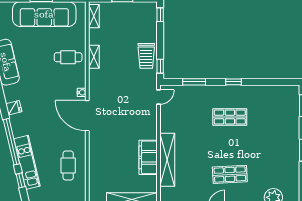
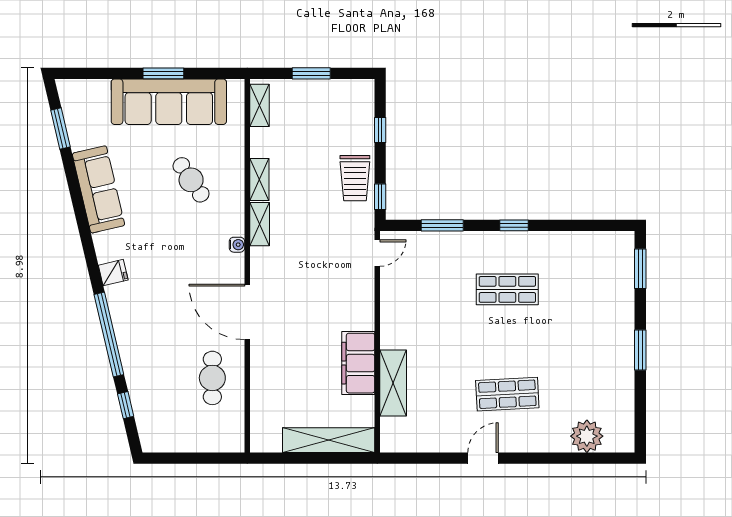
window: (160, 15) -> (380, 130), moved
cafe table: (68, 57) -> (191, 180), moved, turned 56
shelving: (94, 81) -> (260, 224), added
door: (87, 116) -> (247, 312), moved
shelving: (167, 160) -> (393, 383), width x0.68
kitchen unit: (27, 162) -> (137, 372), removed

